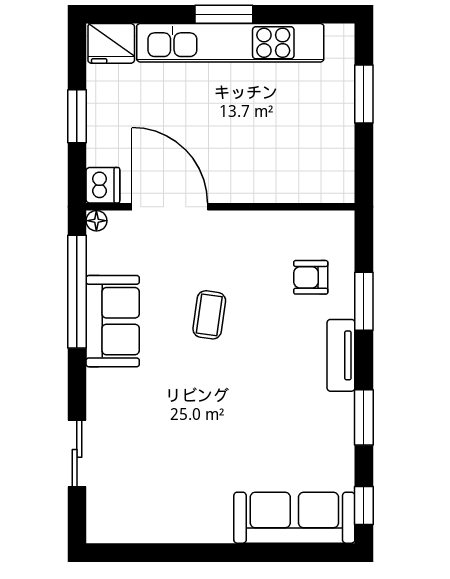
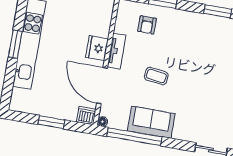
fridge: (111, 43) -> (97, 48), moved, turned 180
door: (170, 207) -> (102, 86), hinge flipped
tv unit: (341, 355) -> (116, 51), moved, turned -90

